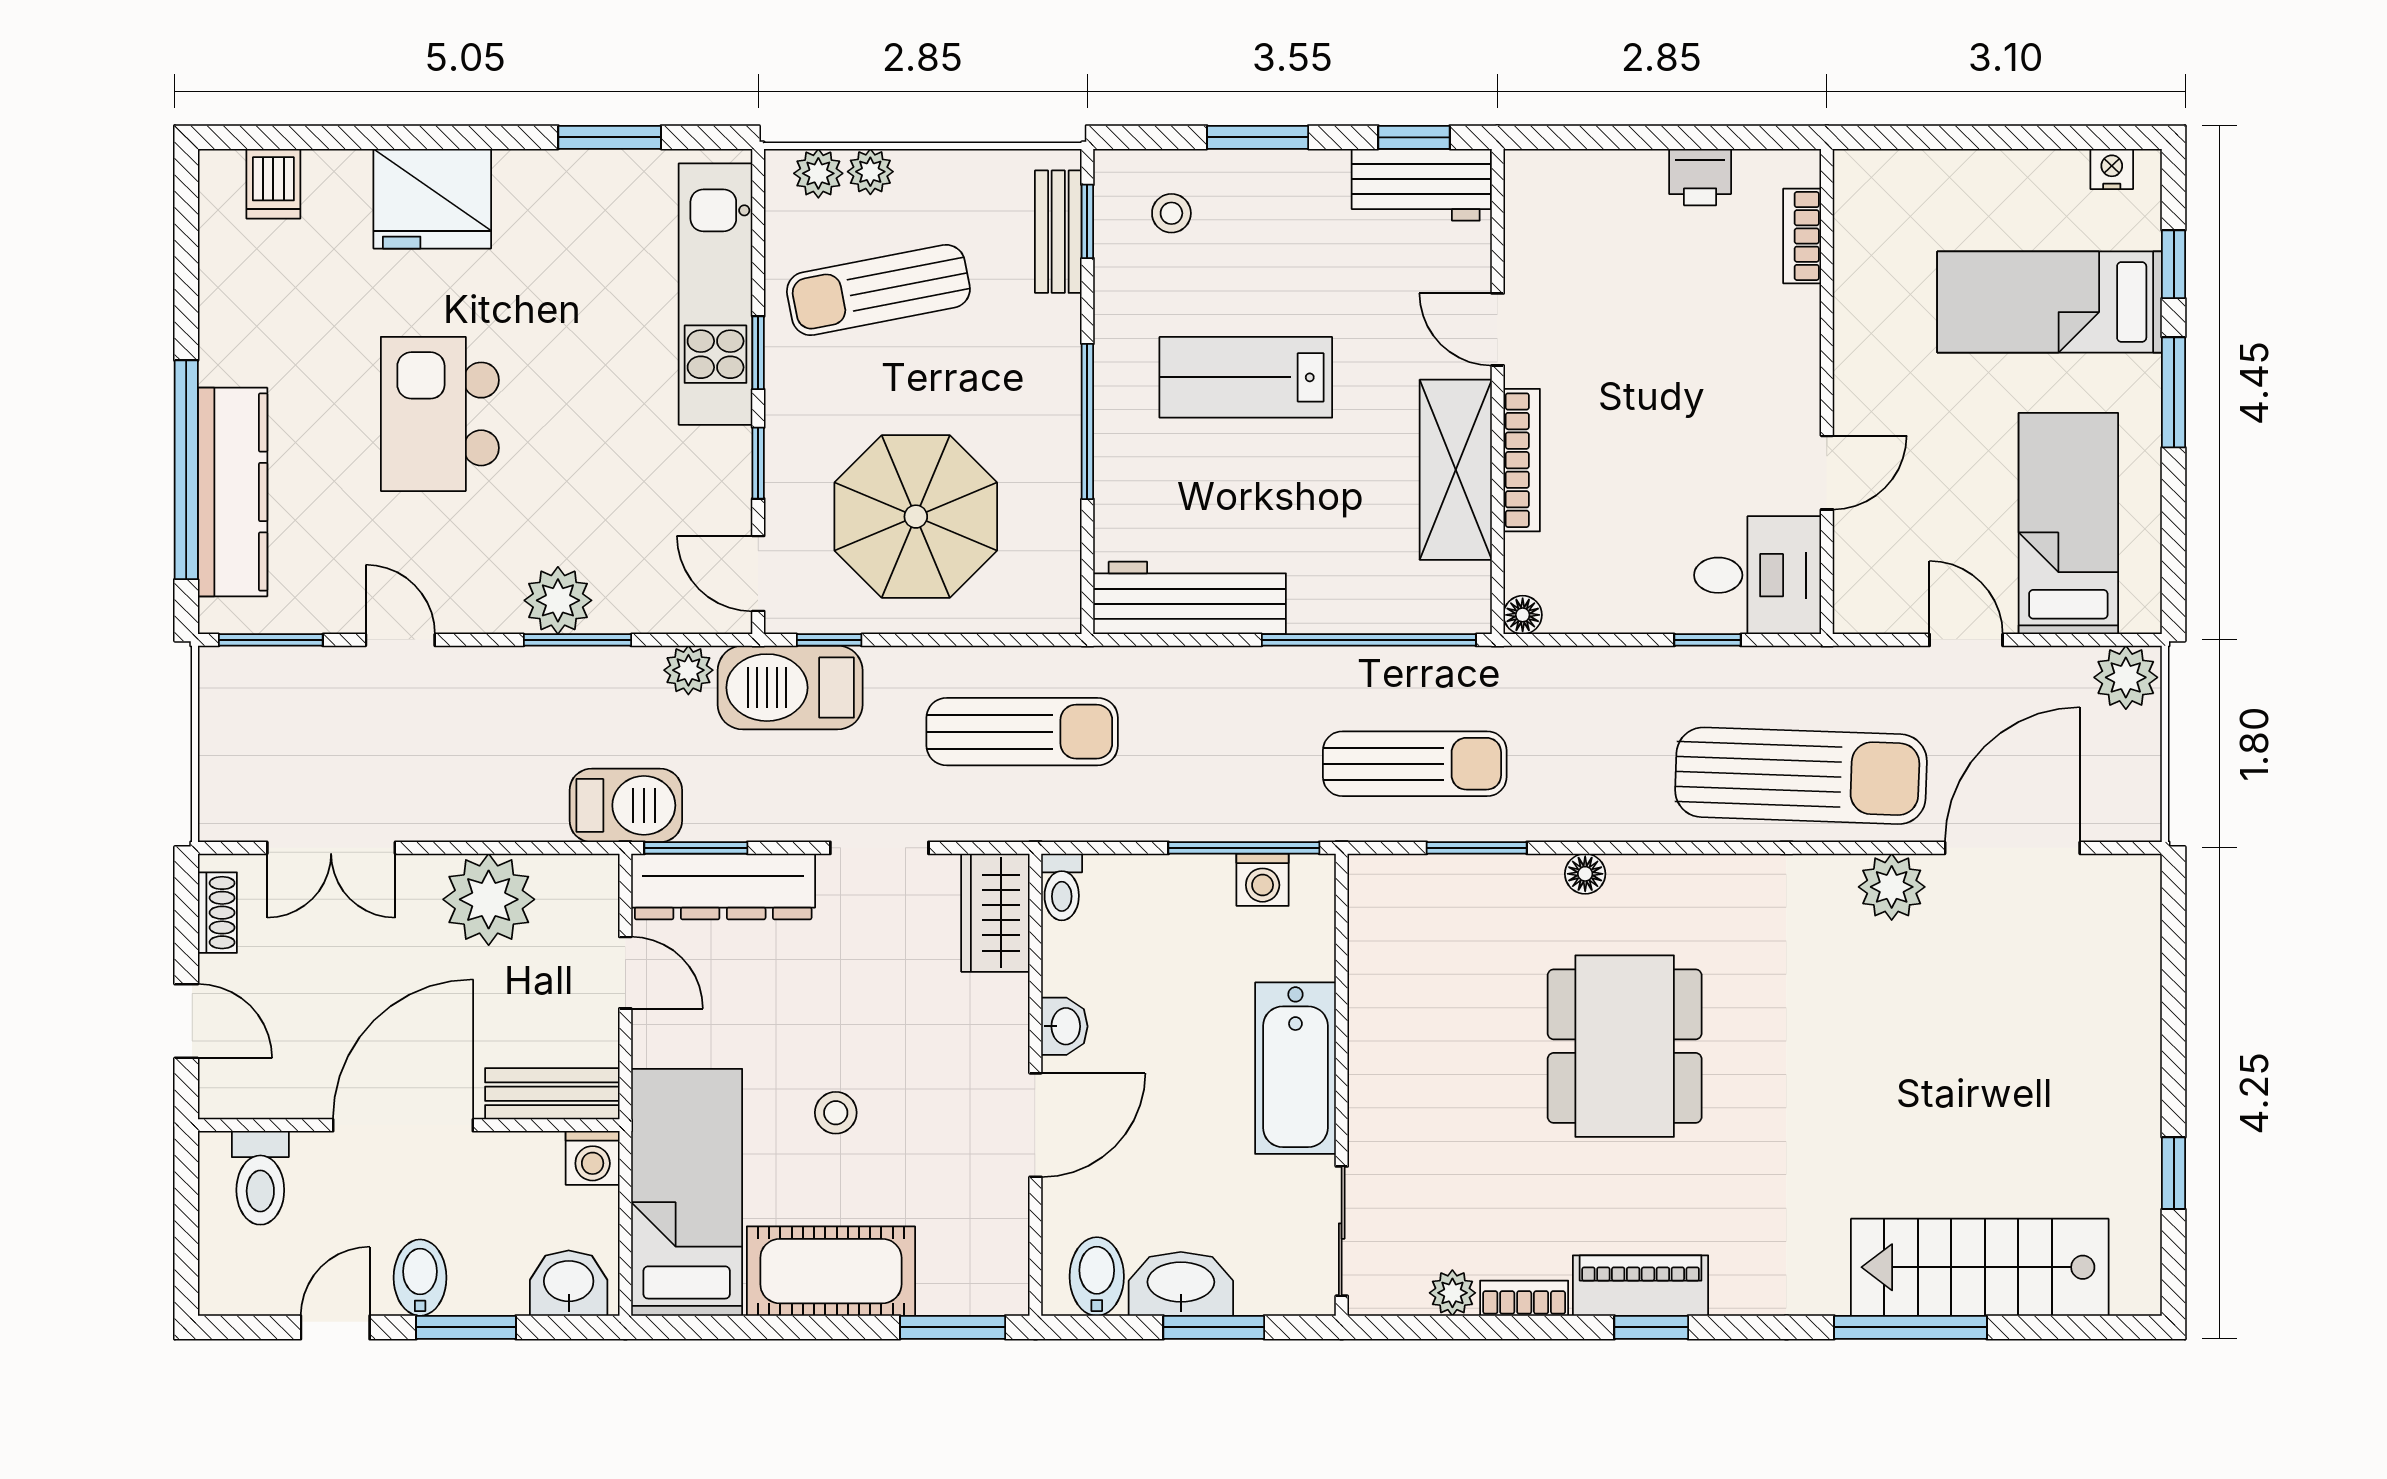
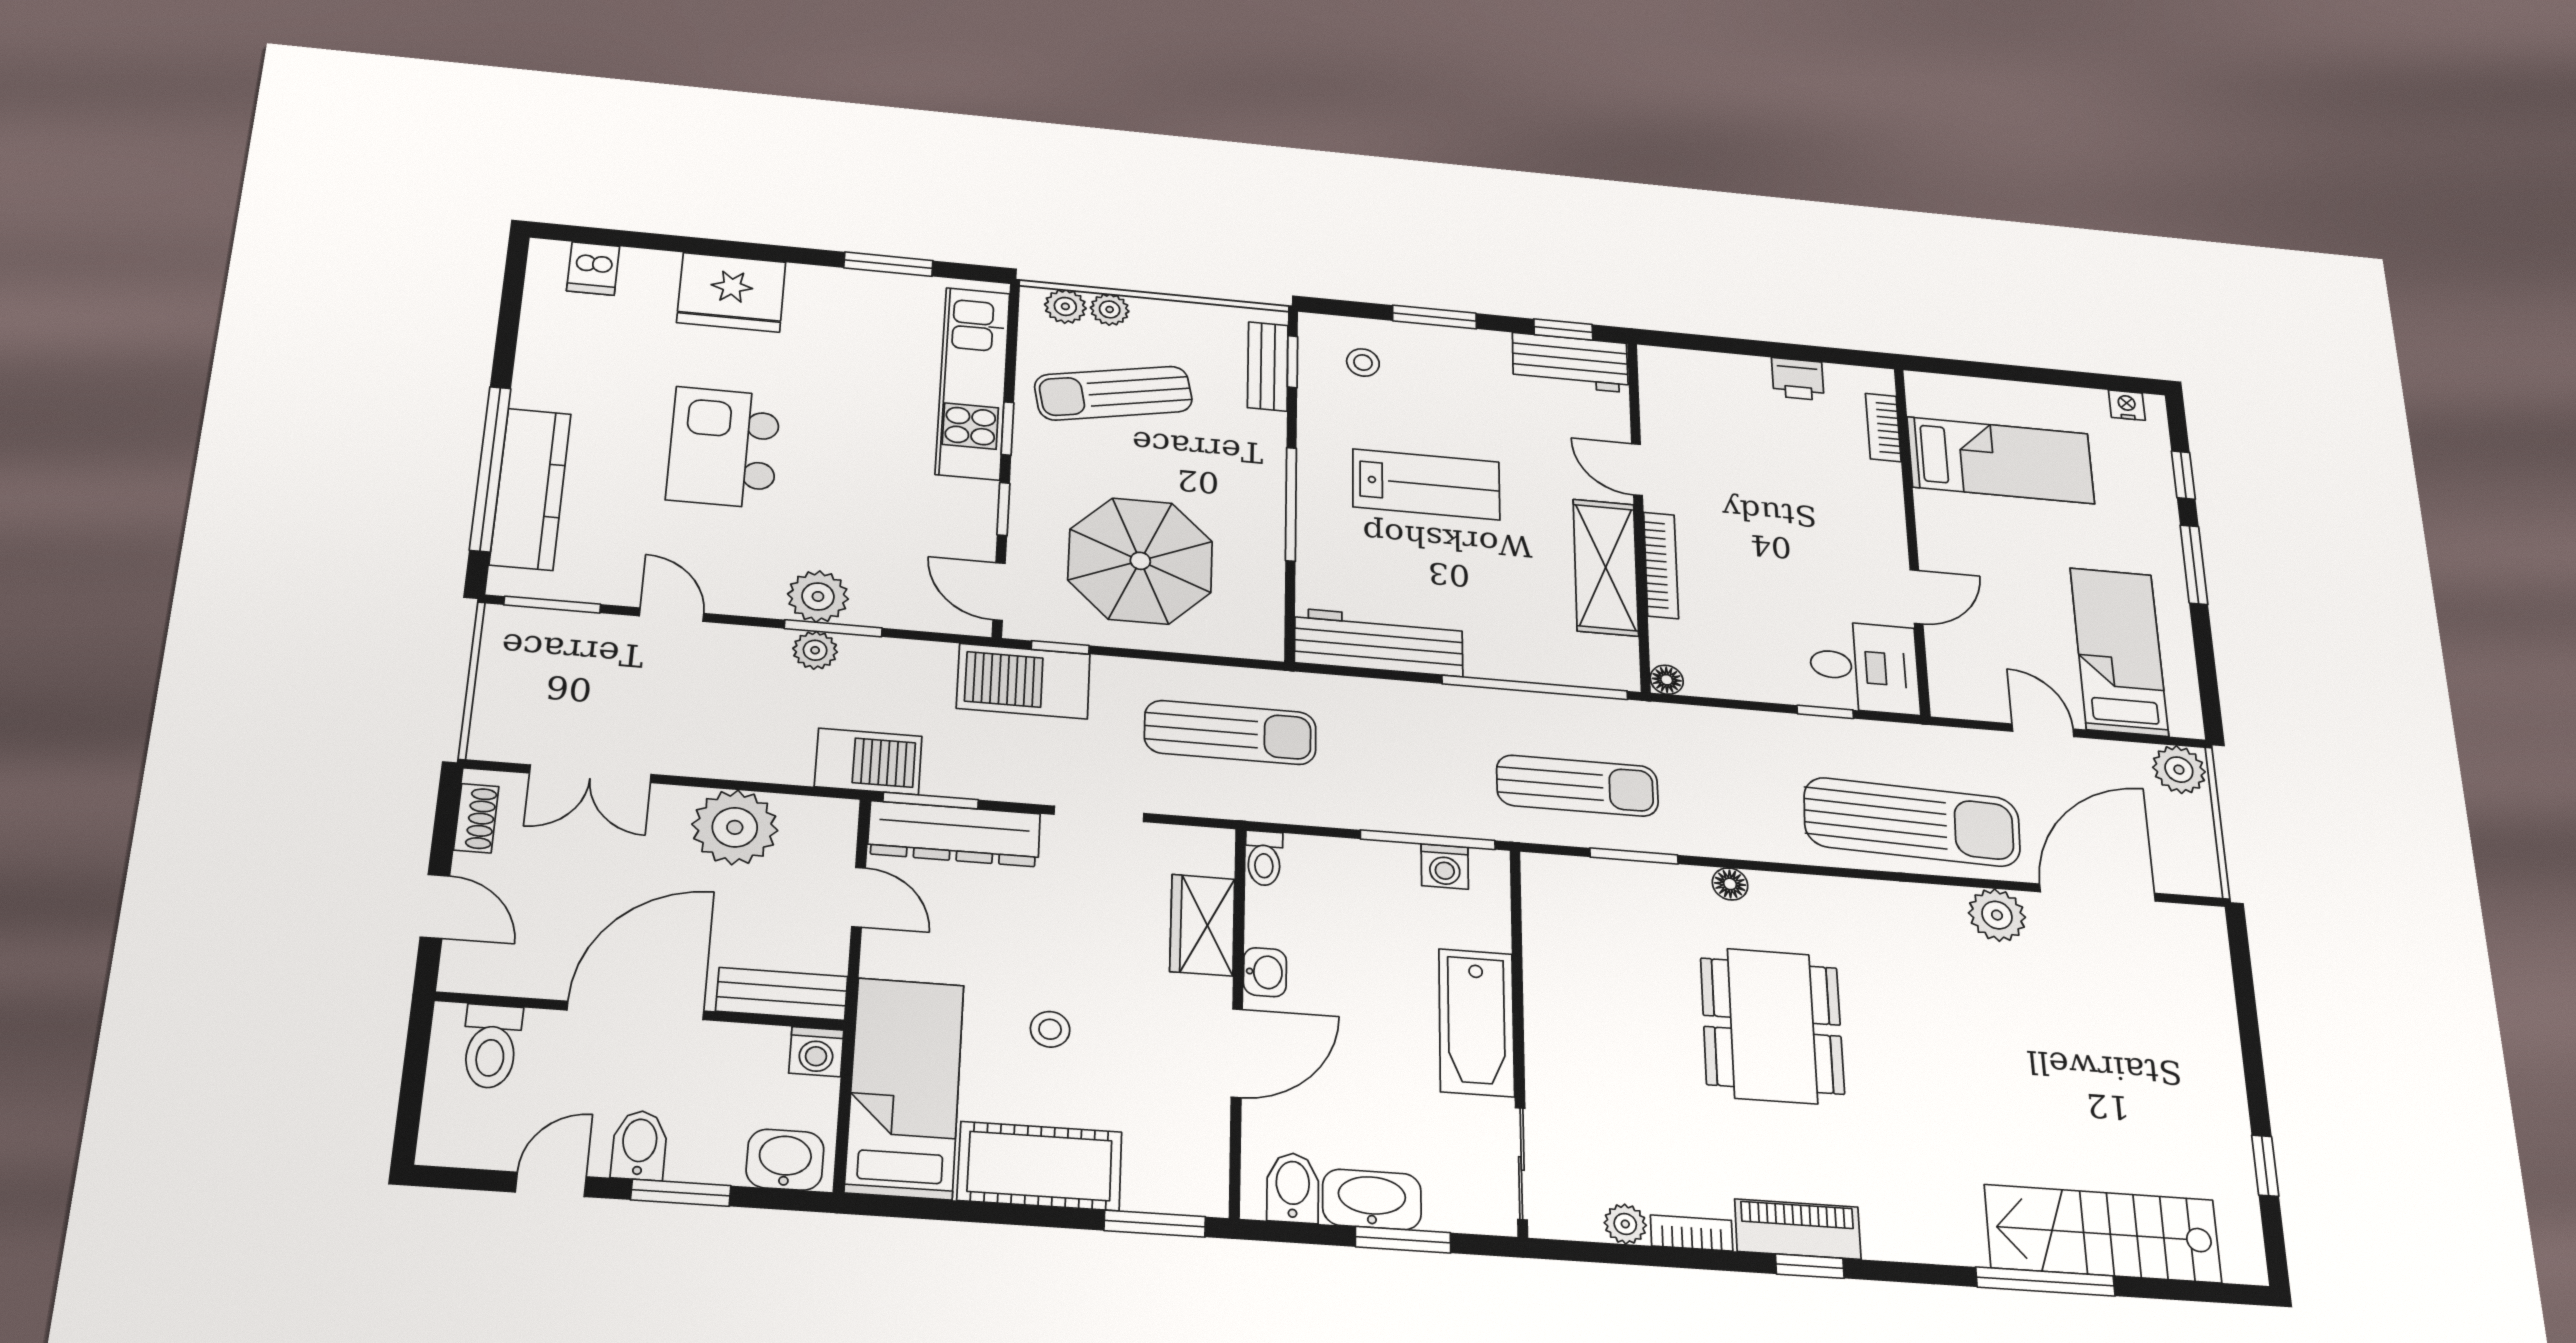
bed: (2050, 302) -> (2001, 460), moved, turned 180
lab bench: (1246, 377) -> (1426, 484), turned 180
plant: (688, 670) -> (815, 650), moved
wardrobe: (995, 913) -> (1202, 925), moved

